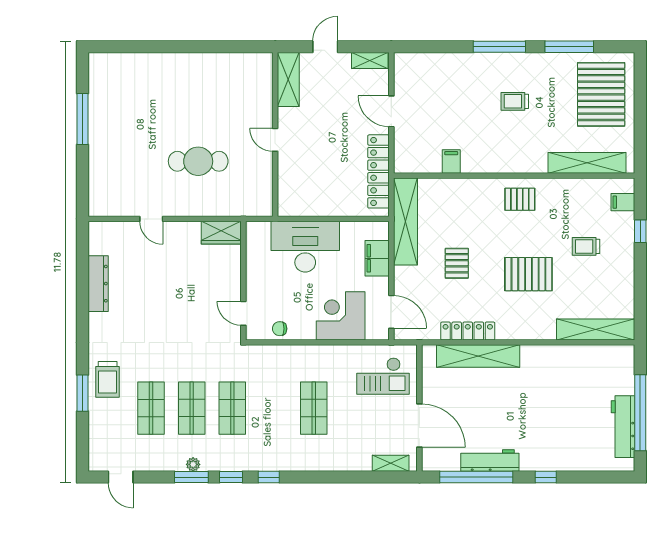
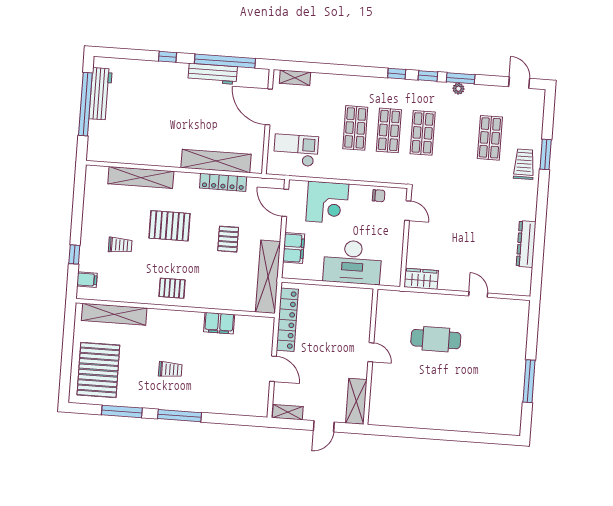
filing cabinet: (451, 161) -> (219, 323), width x2.00
shelving: (596, 330) -> (141, 177), moved
shop shelf: (192, 408) -> (389, 130), moved

